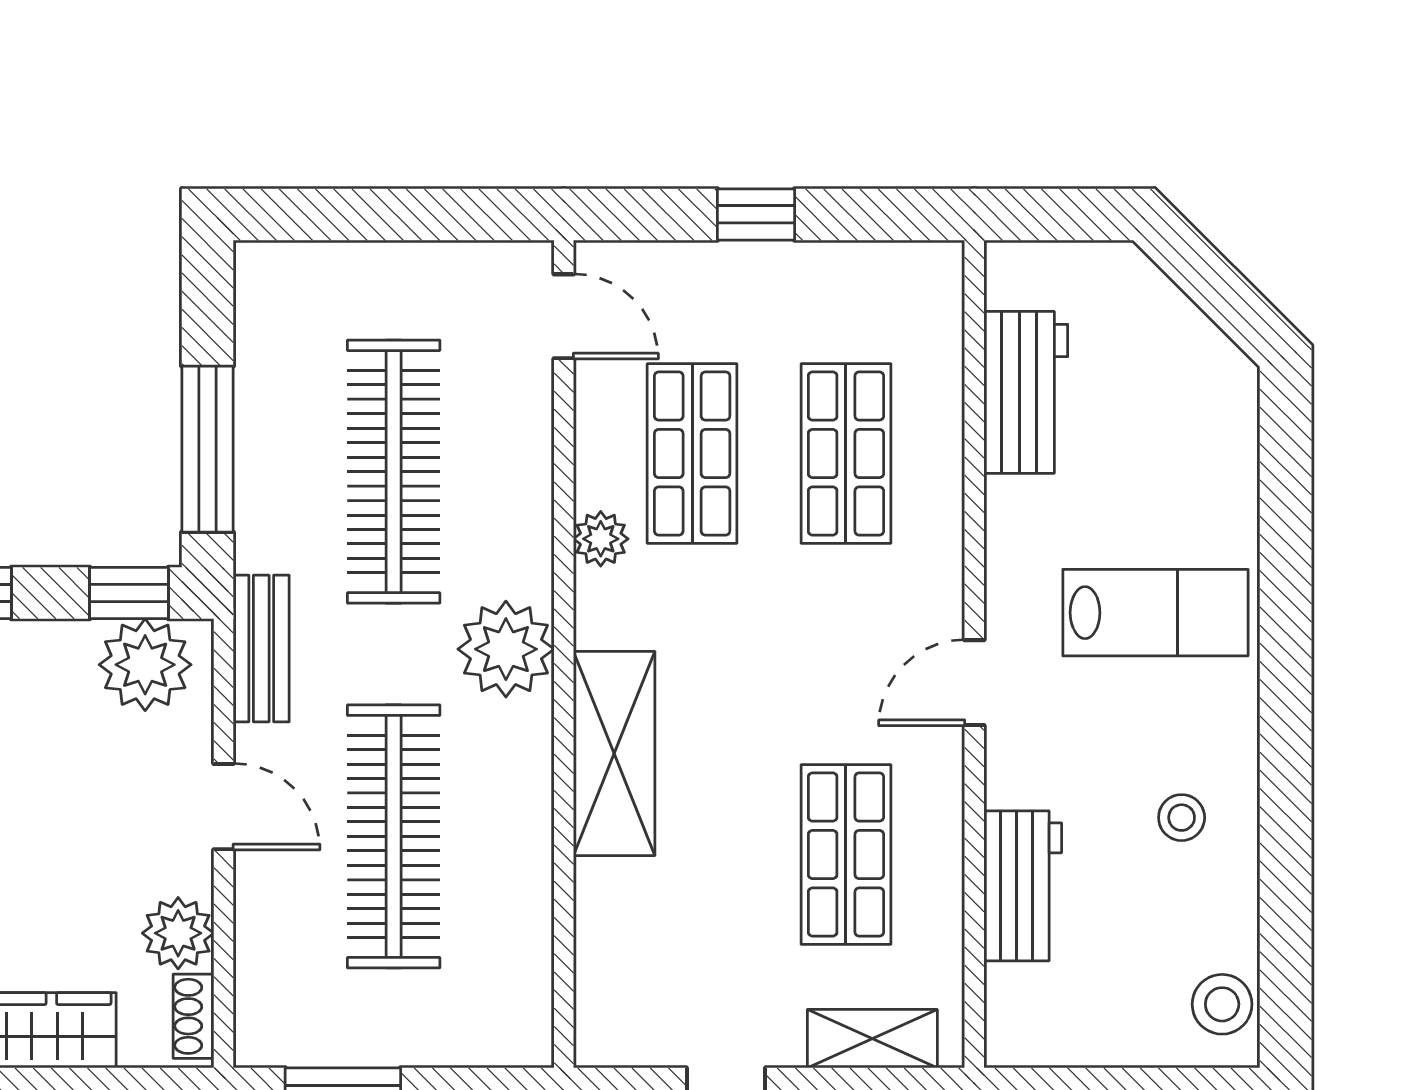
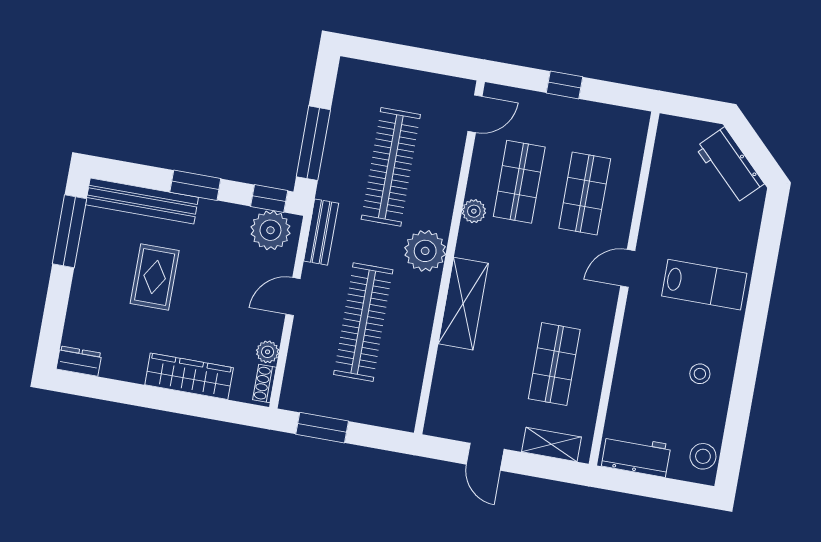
door: (564, 316) -> (475, 114), hinge flipped
workbench: (1026, 392) -> (730, 165), moved, turned 135
door: (974, 683) -> (628, 268), moved
door: (224, 807) -> (293, 297), swing flipped
workbench: (1023, 886) -> (636, 455), moved, turned -90
plant: (178, 933) -> (268, 352), width x0.73, depth x0.73

